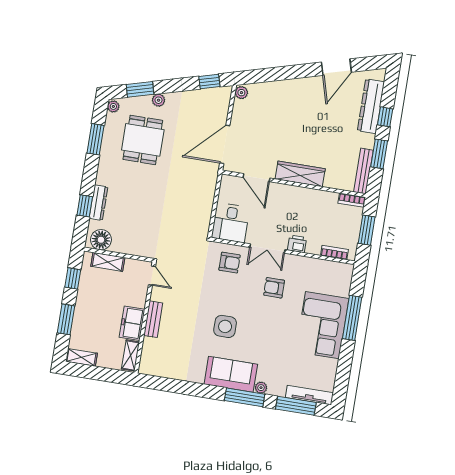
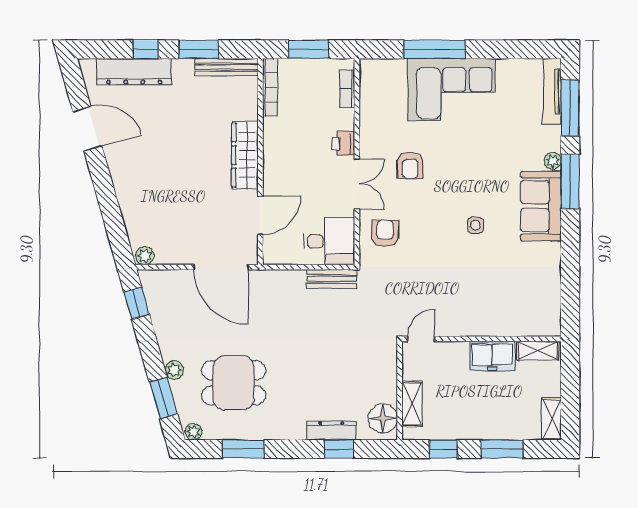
bookcase: (352, 200) -> (270, 87), width x1.56
bench: (153, 319) -> (332, 279), moved
side table: (225, 326) -> (475, 225), width x0.54, depth x0.54

